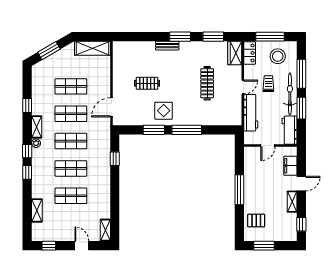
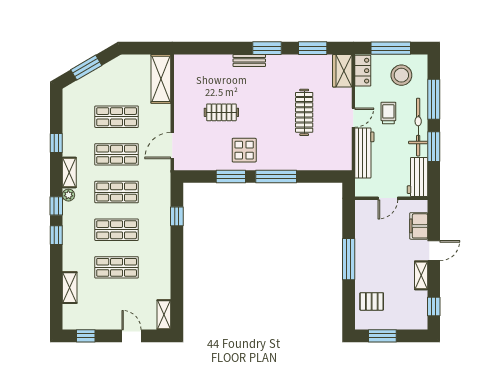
shelving: (92, 48) -> (161, 79), moved, turned 90

